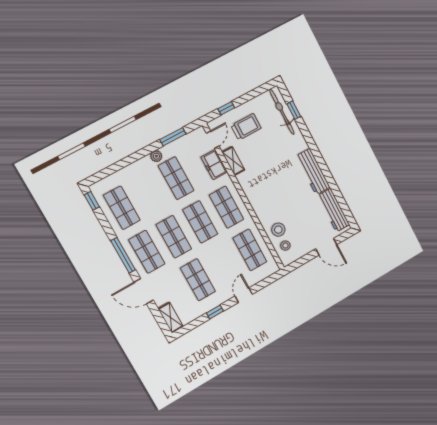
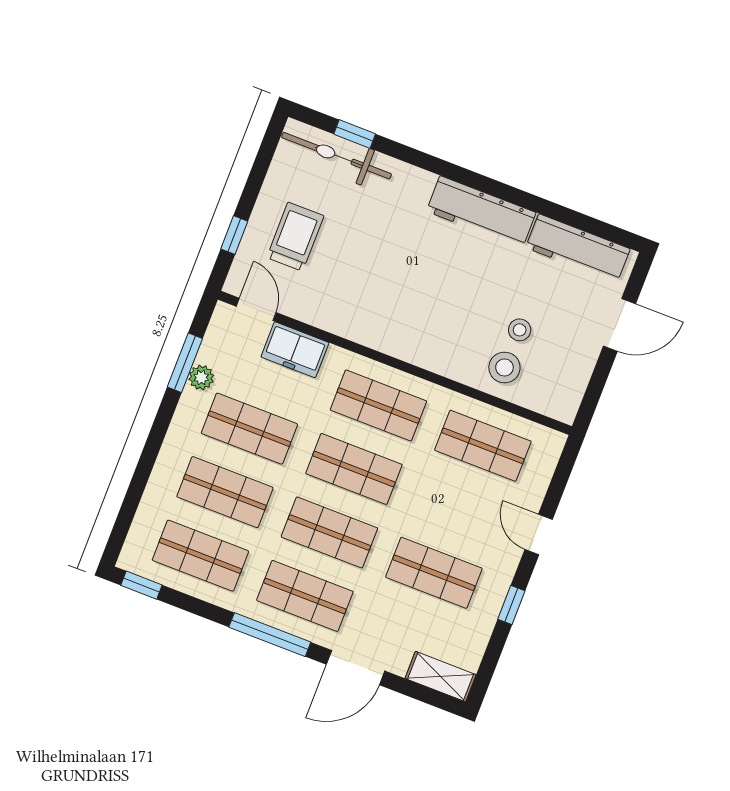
plant: (156, 156) -> (201, 377), moved
shelving: (233, 161) -> (323, 315), removed
shop shelf: (149, 193) -> (225, 492), added
stool: (285, 246) -> (520, 330), moved

